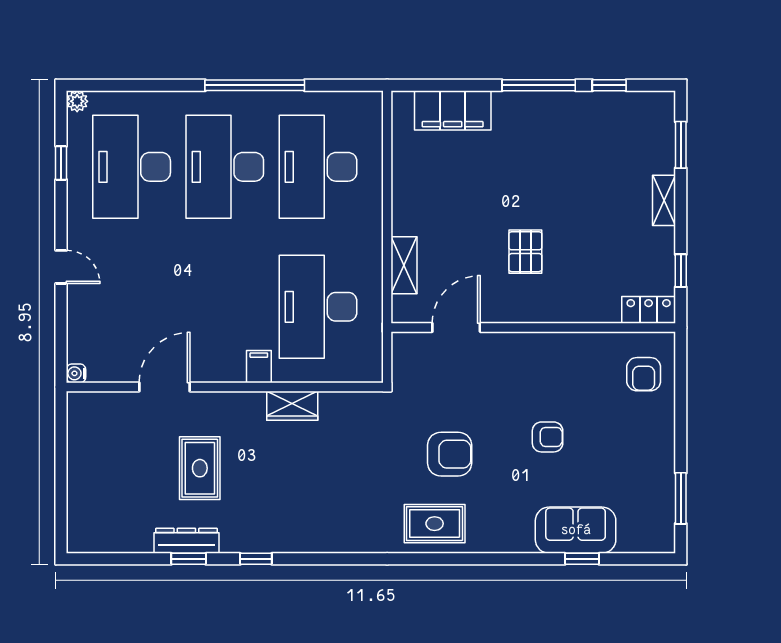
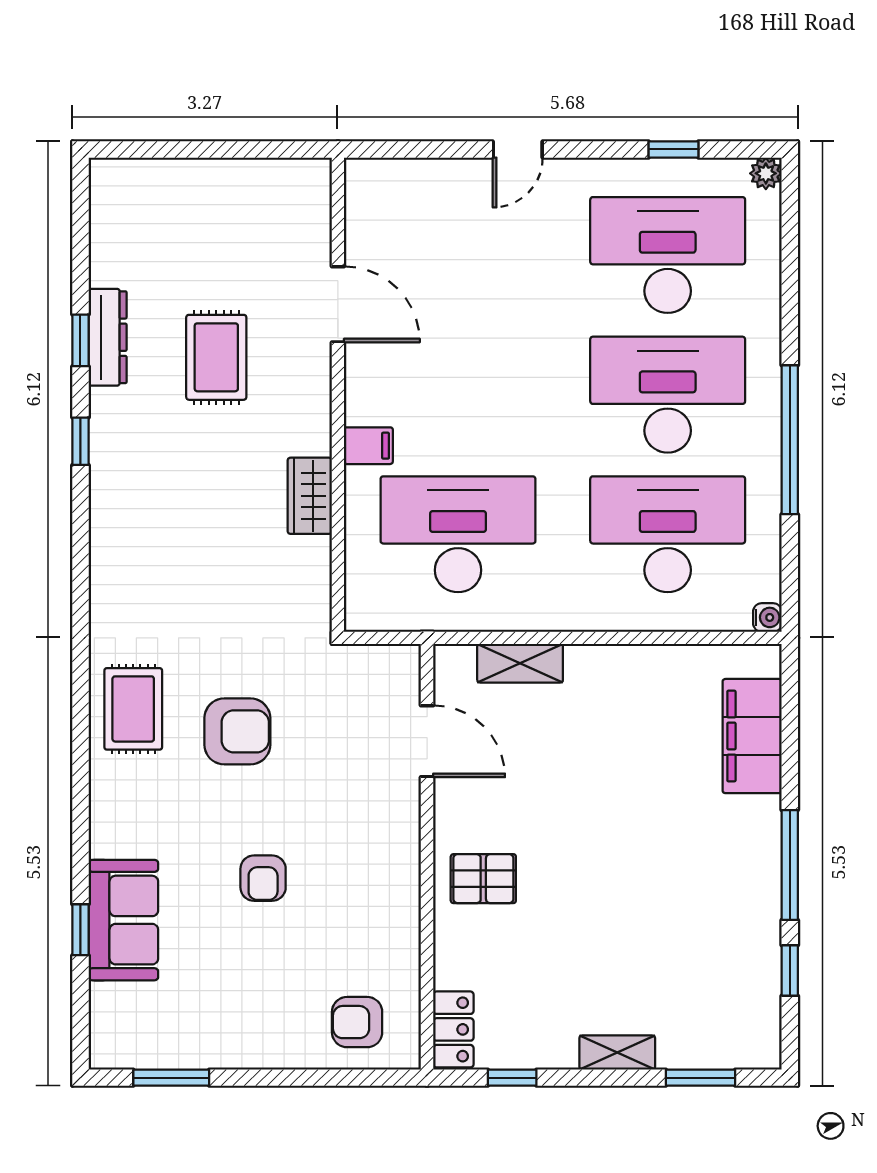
pallet: (525, 252) -> (483, 879), moved
water cooler: (76, 373) -> (767, 617), moved, turned 90
armchair: (450, 454) -> (237, 731), turned -90
rug: (200, 468) -> (216, 357), turned 90

